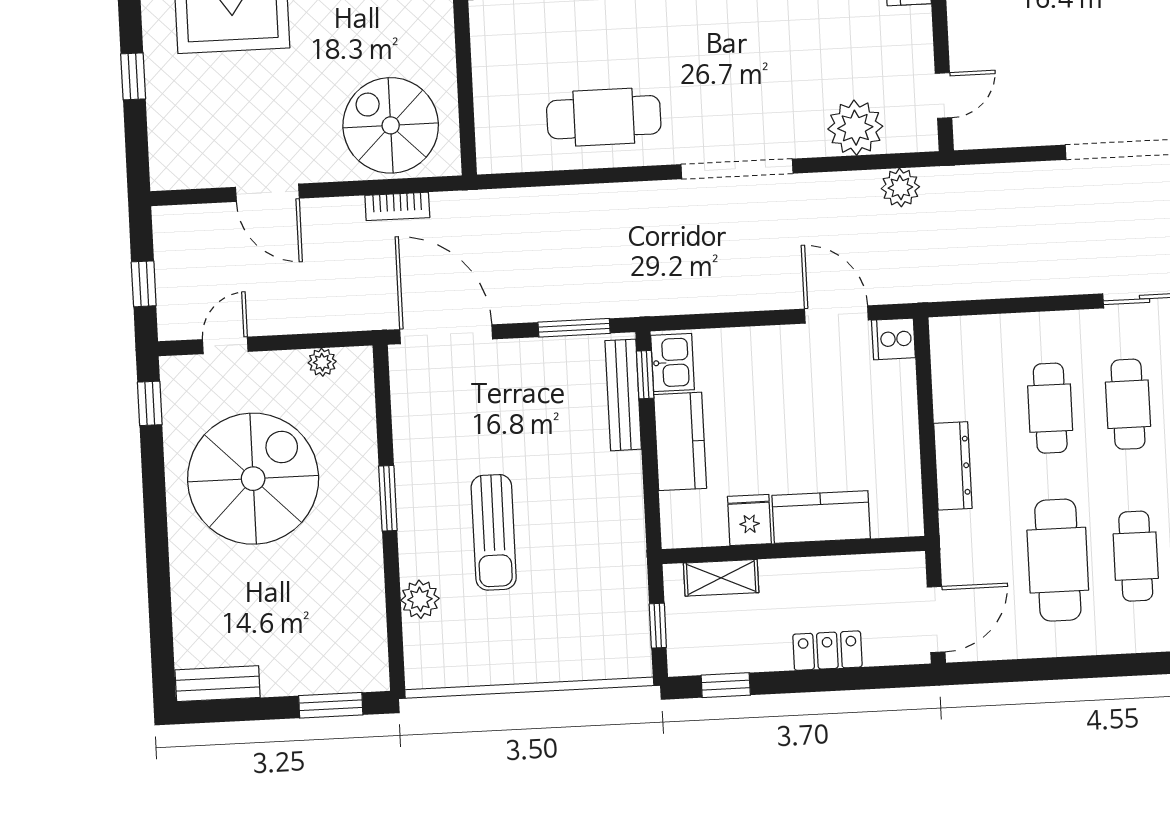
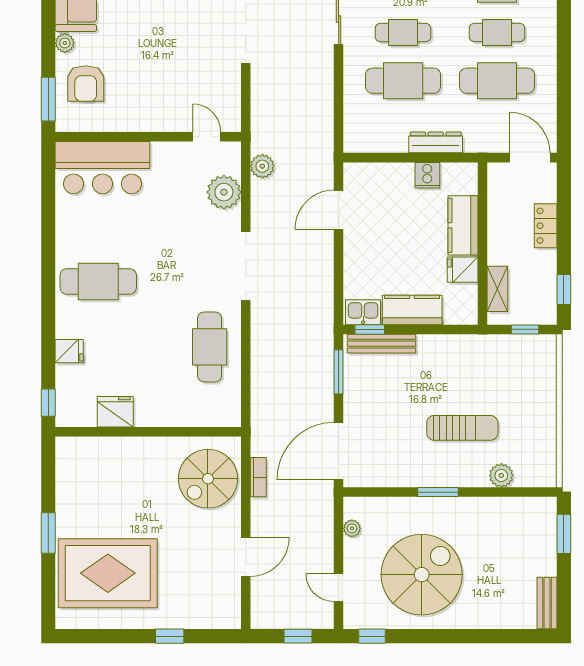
cooker: (893, 339) -> (427, 175), moved
cafe table: (1050, 408) -> (403, 81), width x1.37, depth x1.35
spiral stairs: (253, 479) -> (422, 575), turned 90

